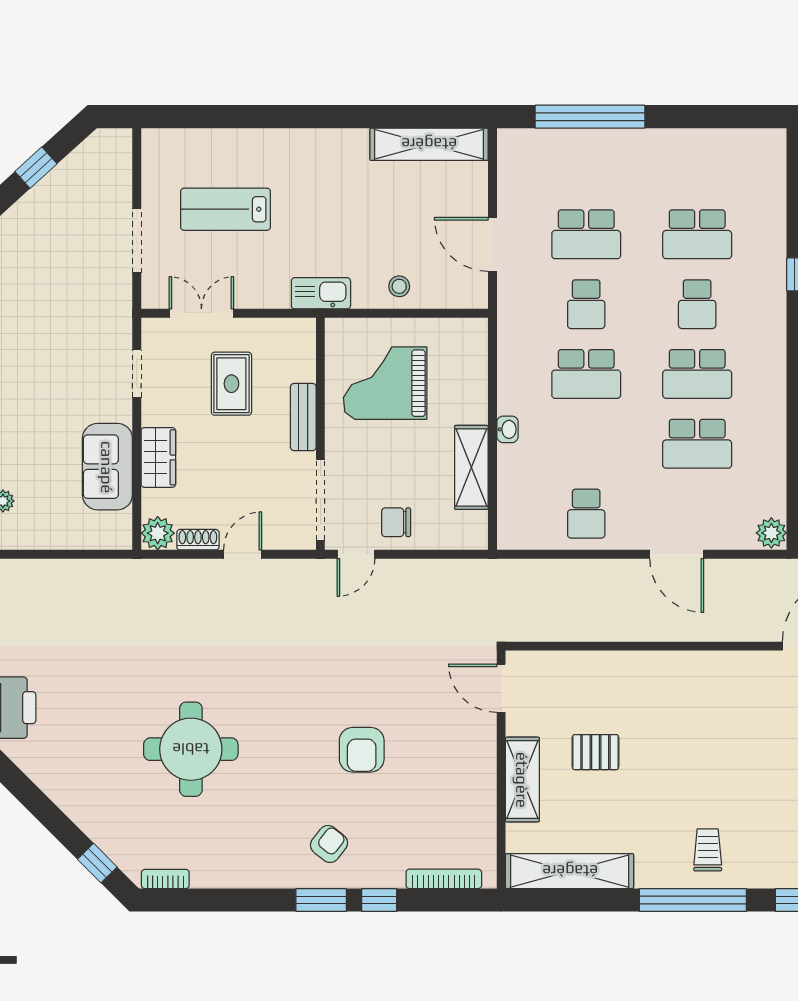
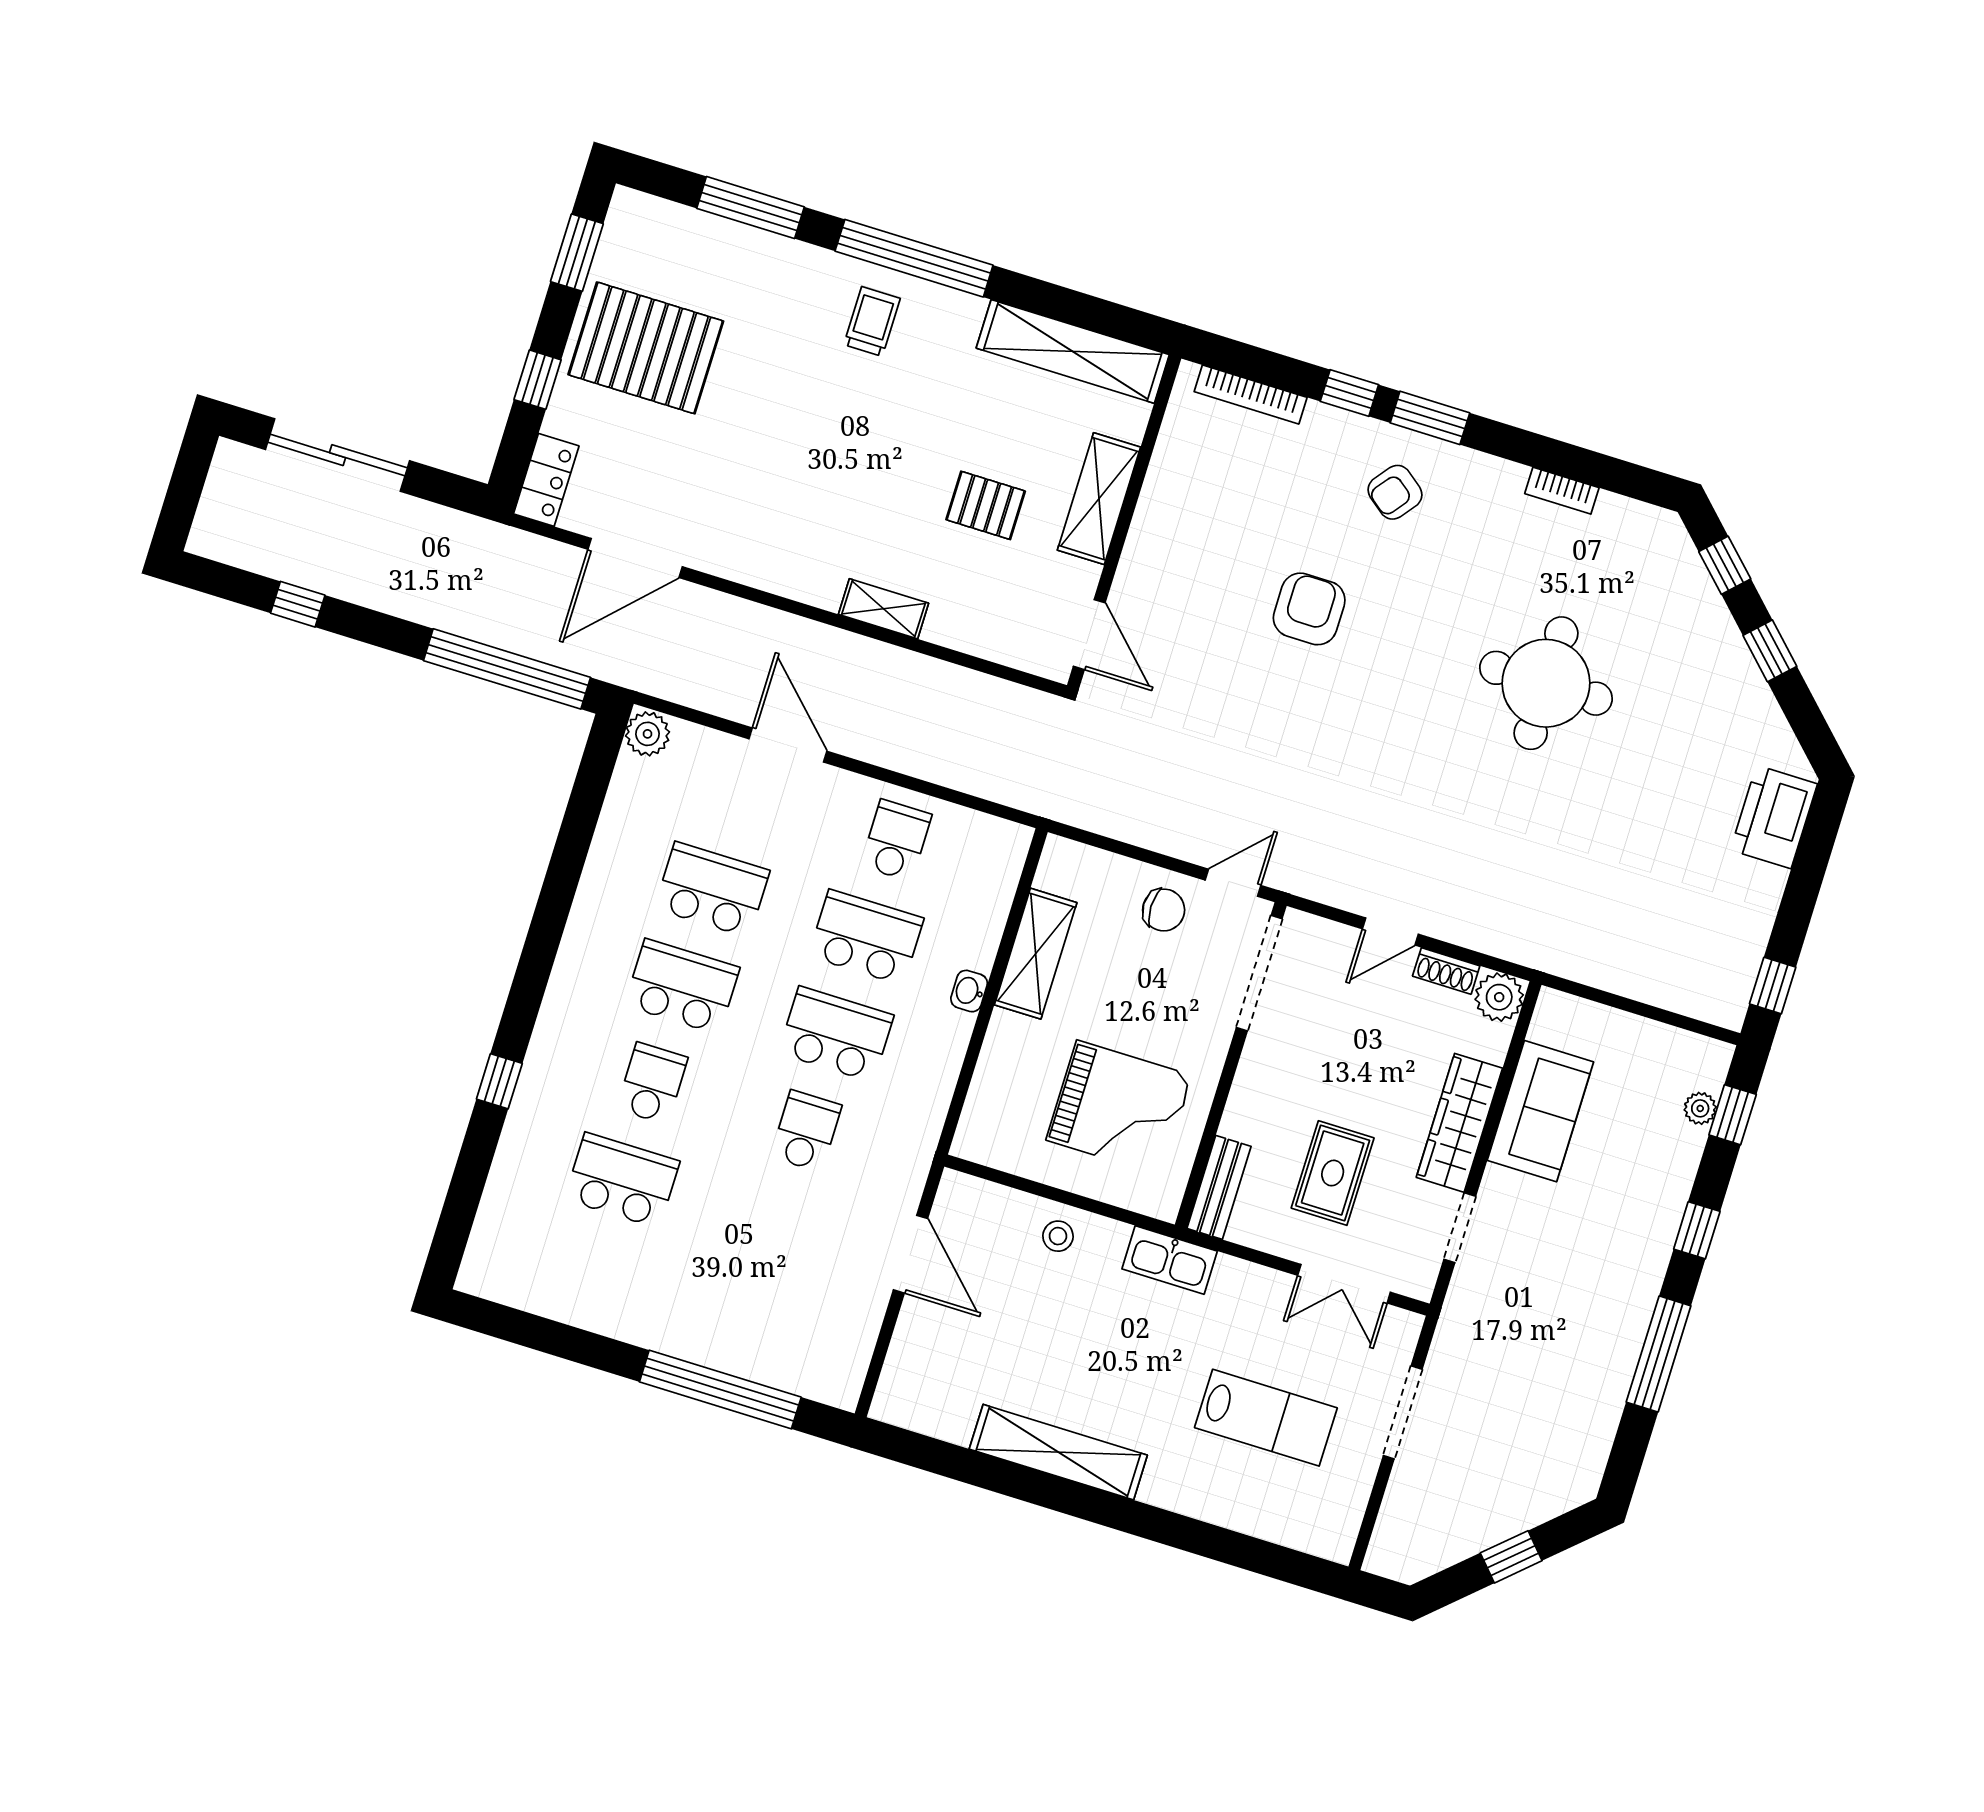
shelving: (429, 144) -> (1058, 1452), moved
school desk: (586, 234) -> (866, 937), moved
bench: (303, 417) -> (1219, 1187), moved
wardrobe: (158, 457) -> (1459, 1123), width x1.50
shelving: (642, 663) -> (883, 609), added
window: (50, 816) -> (1770, 651), added
trolley: (708, 850) -> (872, 321), turned 180
bookcase: (165, 879) -> (1562, 491), moved

